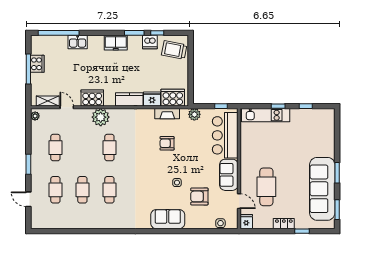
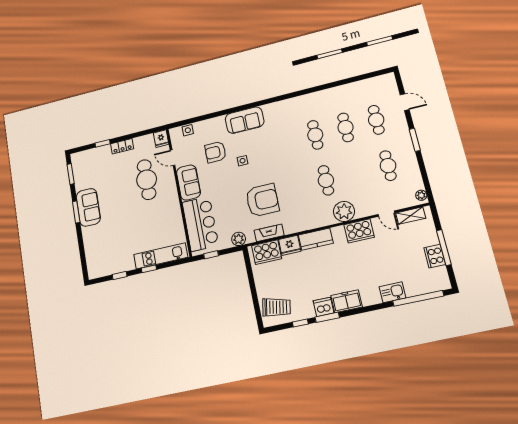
dishwasher: (150, 42) -> (324, 307), moved
armchair: (167, 143) -> (262, 200), width x1.88, depth x1.88
sofa: (322, 189) -> (88, 207), width x0.54, depth x0.79
armchair: (199, 196) -> (215, 152), turned 180

